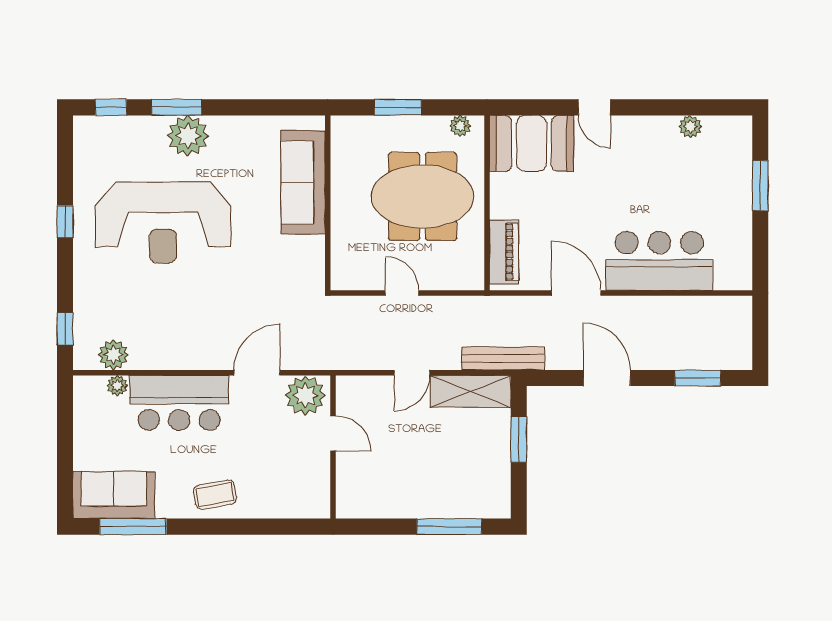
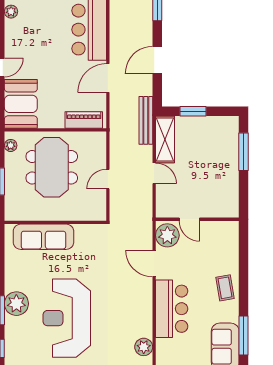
reception desk: (163, 222) -> (67, 318), turned 180
plant: (117, 386) -> (162, 345), removed
door: (333, 433) -> (189, 219), swing flipped

